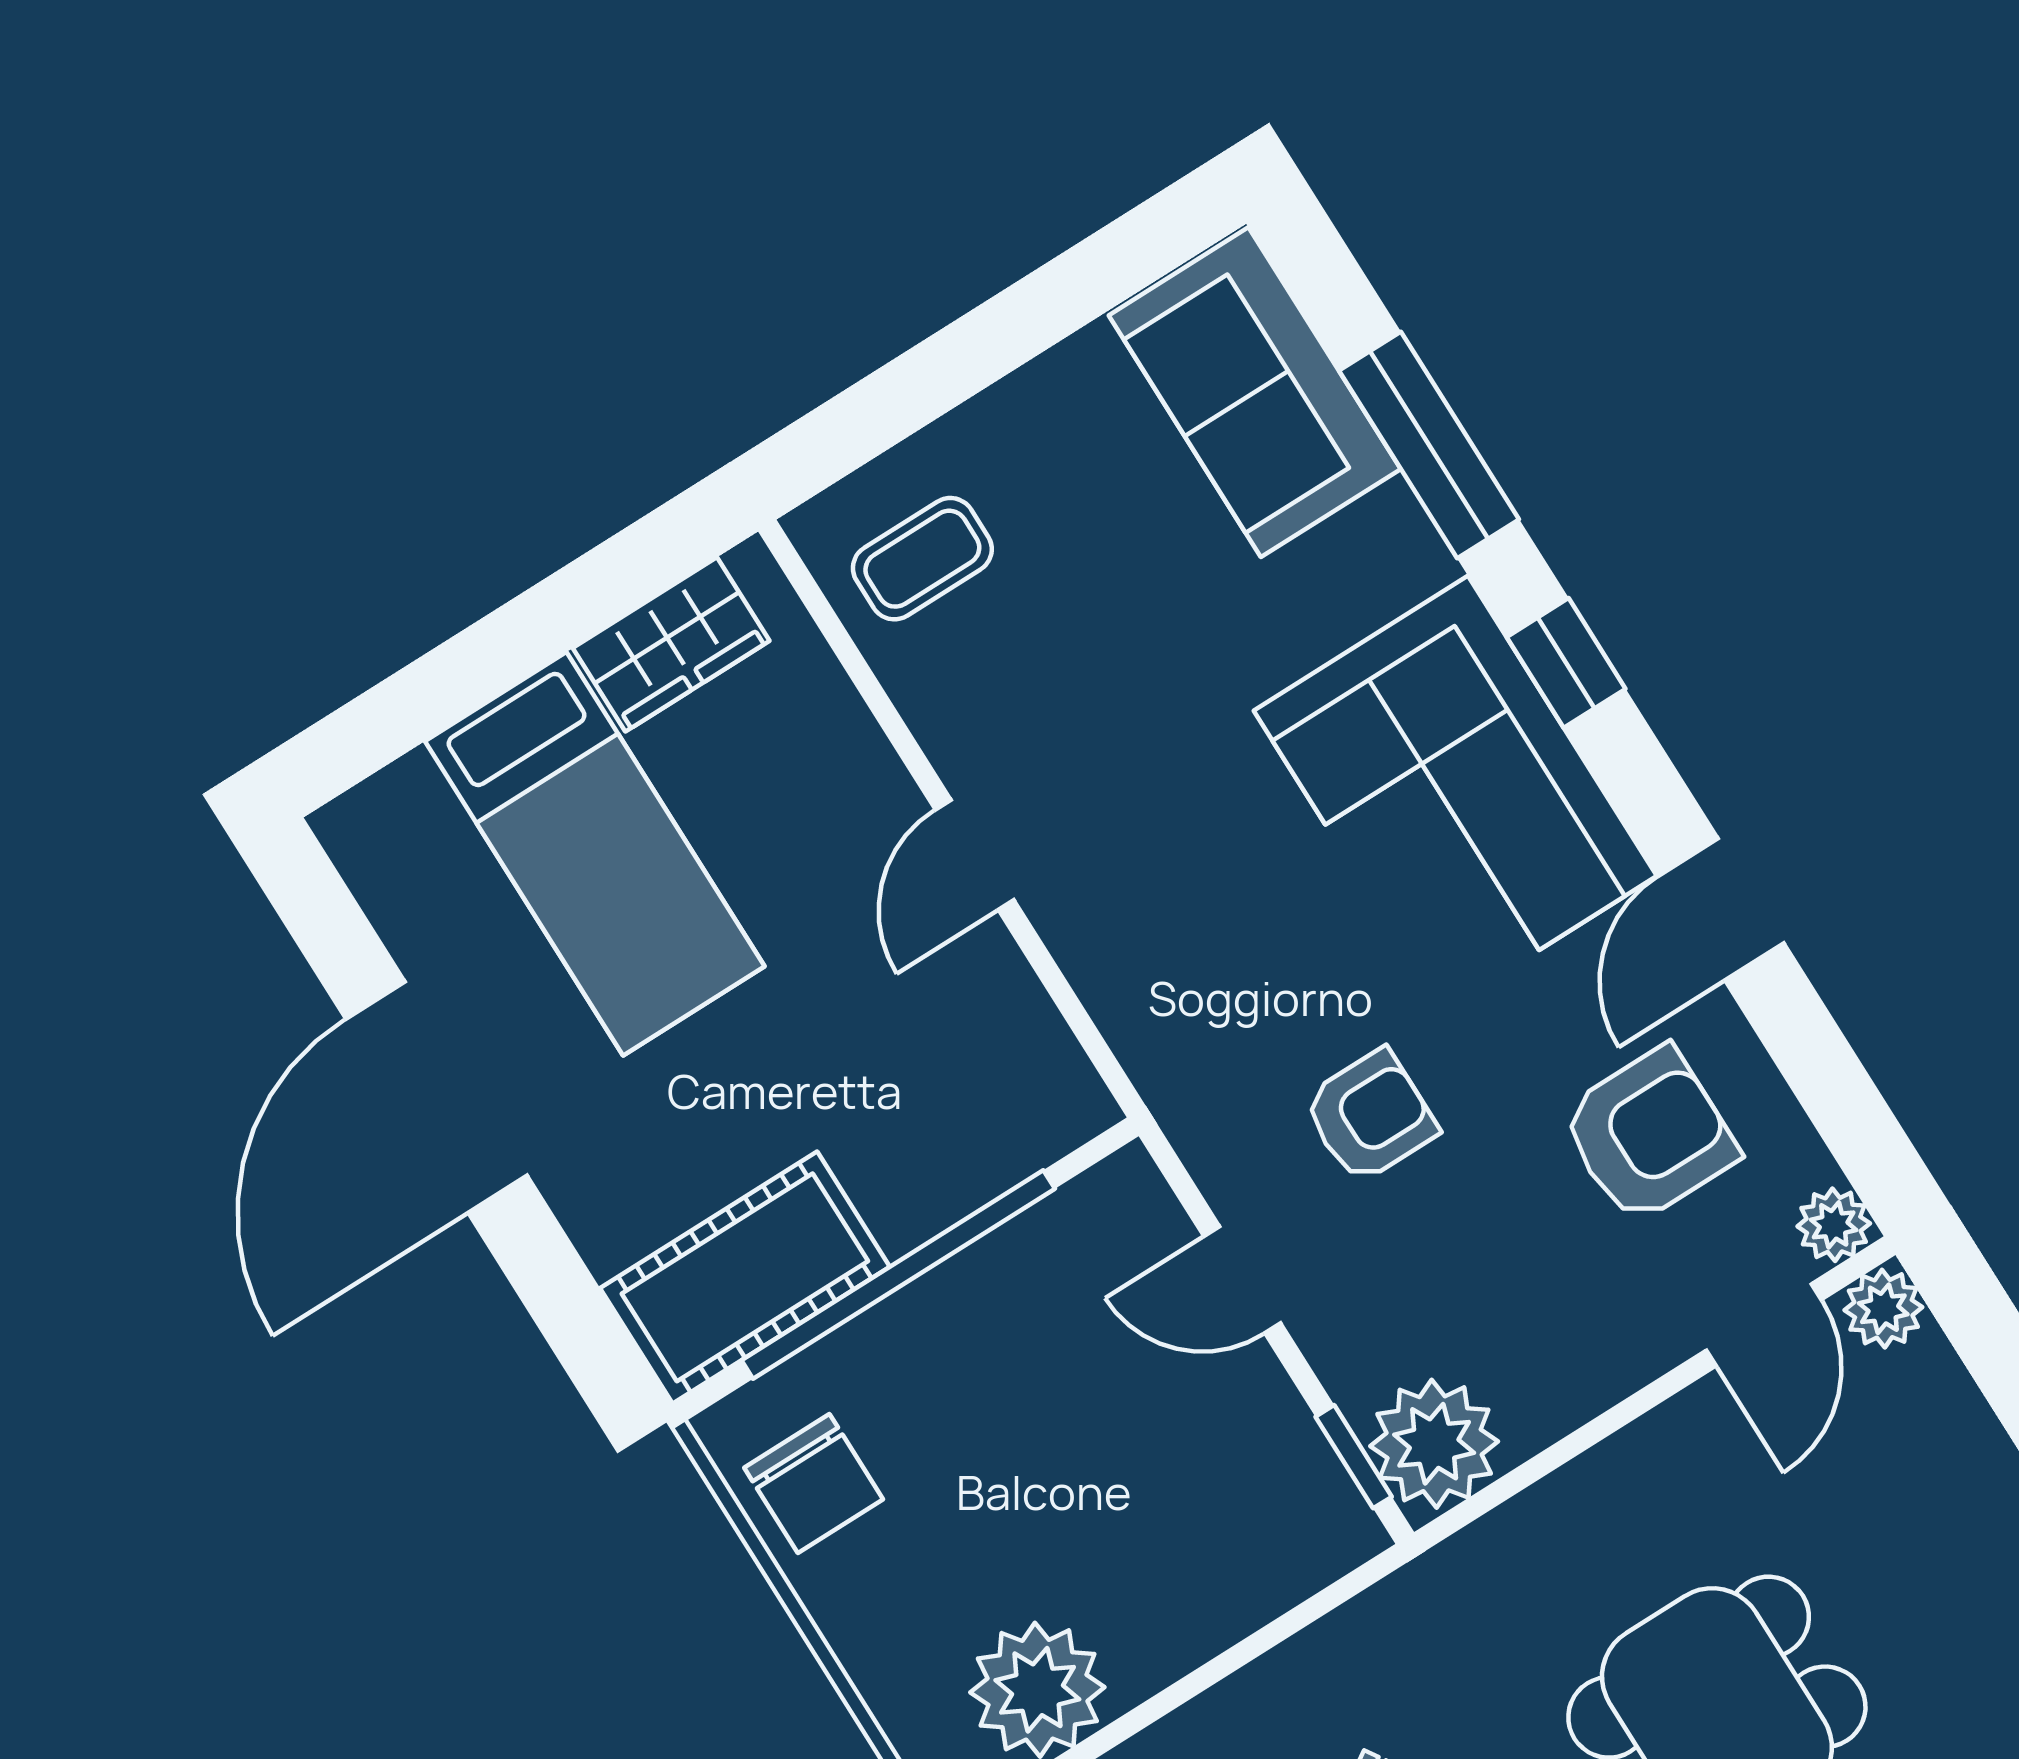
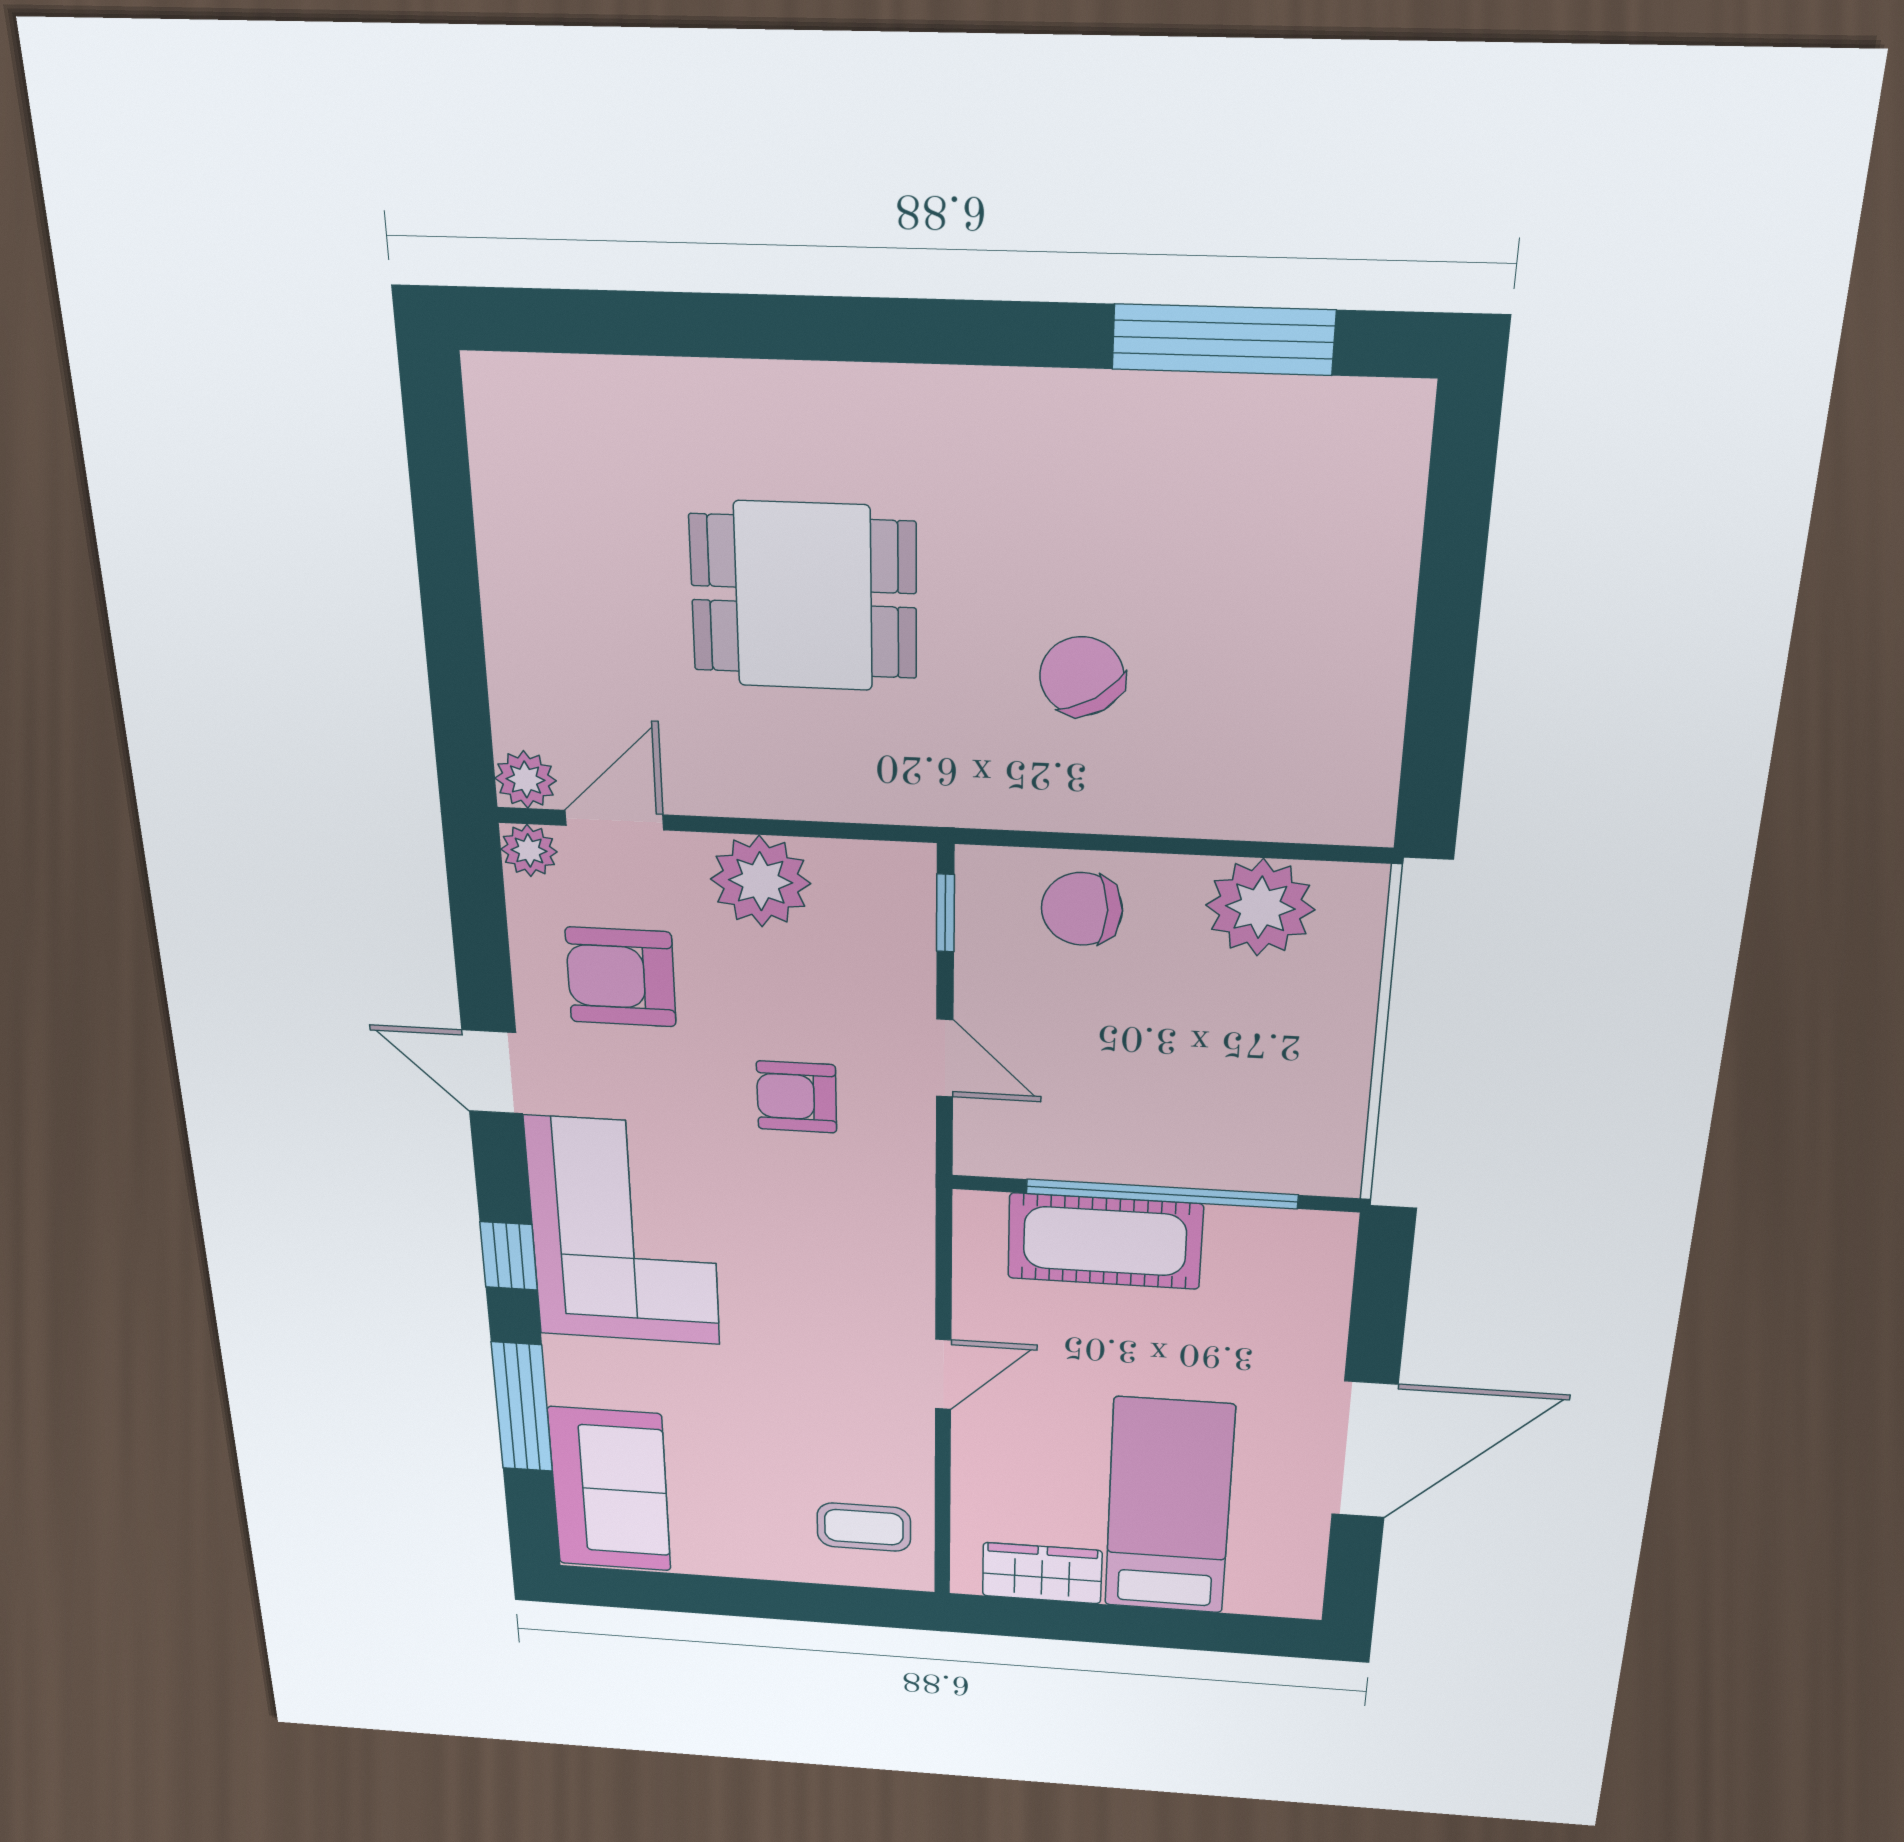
door: (1721, 909) -> (492, 1072), swing flipped
cot: (745, 1277) -> (1105, 1241), moved
plant: (1434, 1444) -> (761, 881), moved
chair: (814, 1484) -> (1082, 909), moved, turned -90

